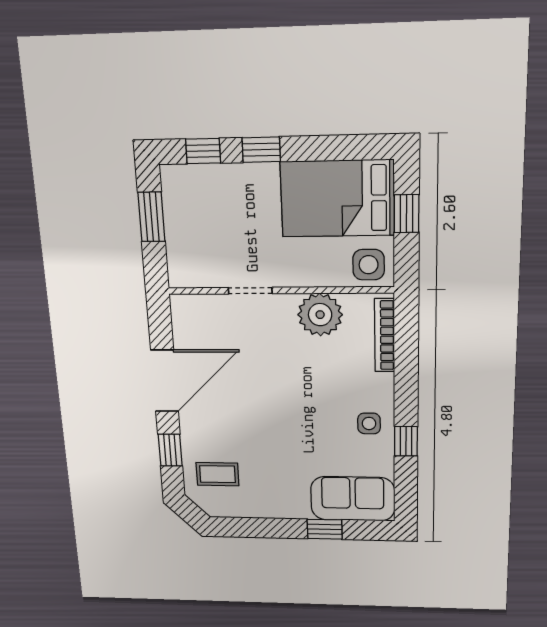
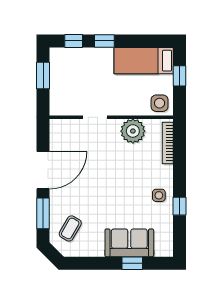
bed: (337, 199) -> (144, 61), width x0.67
window: (170, 450) -> (43, 213), width x1.50
coffee table: (217, 474) -> (70, 228), turned -60
sofa: (353, 499) -> (129, 243), moved

